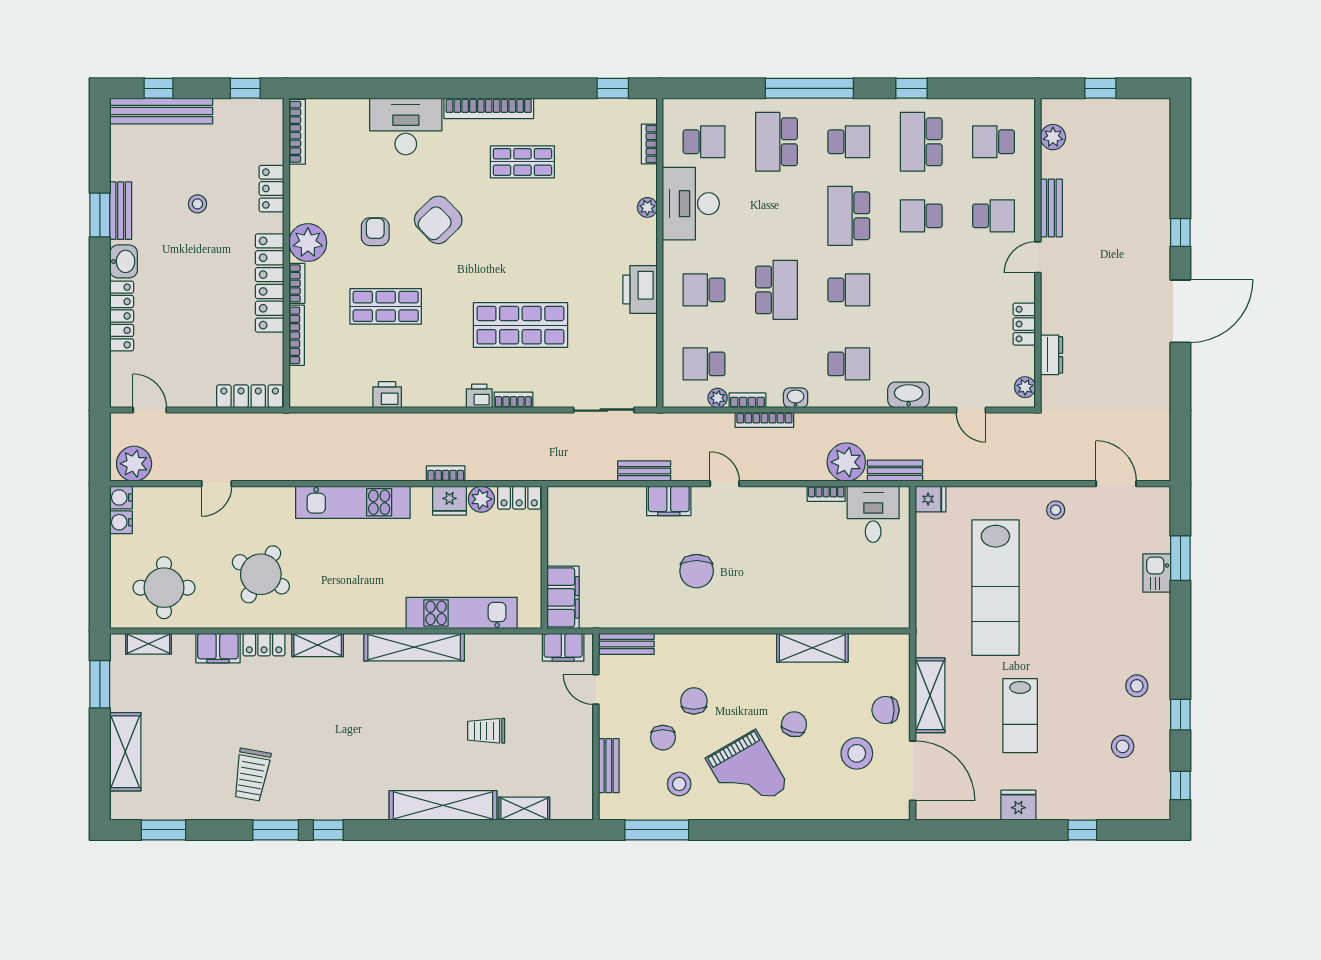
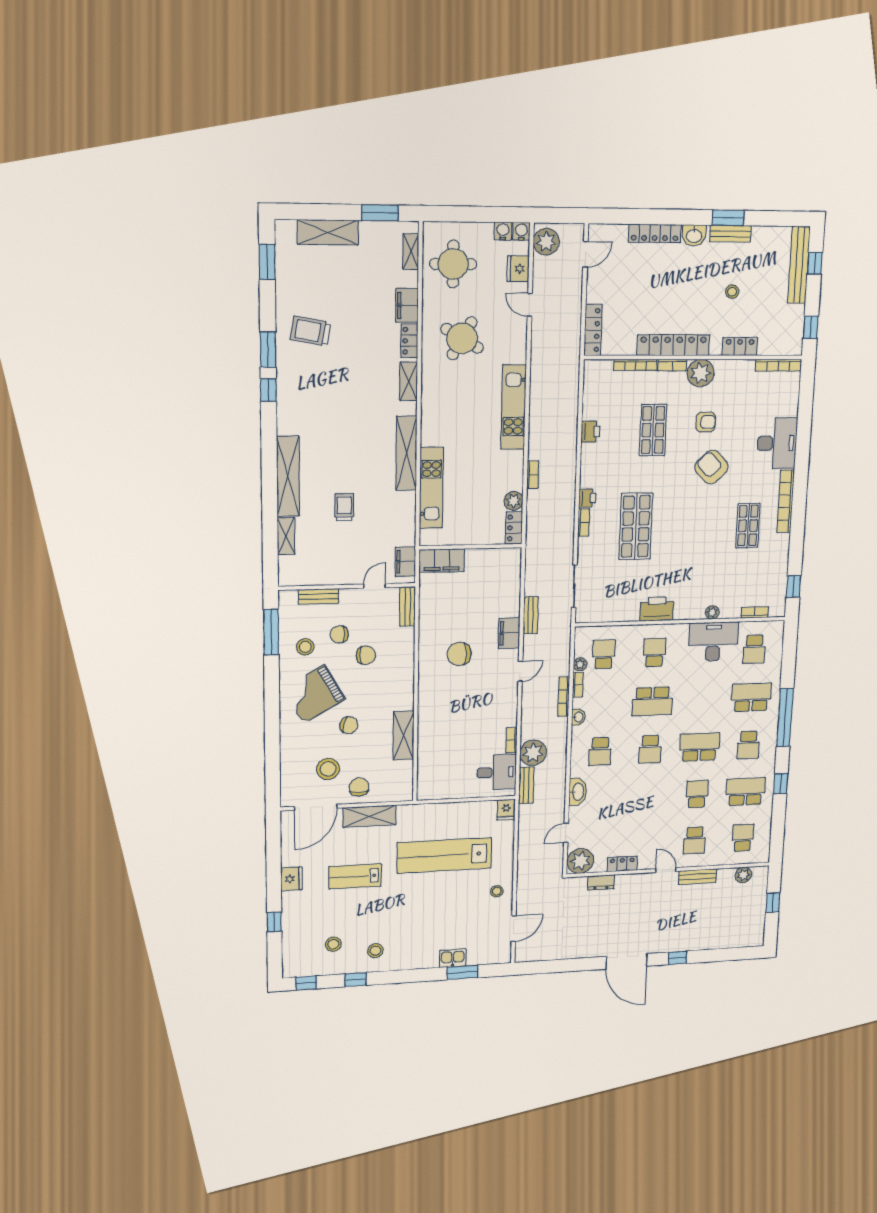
plant: (1025, 387) -> (580, 861), width x1.87, depth x1.87
fridge: (450, 501) -> (518, 269), moved

